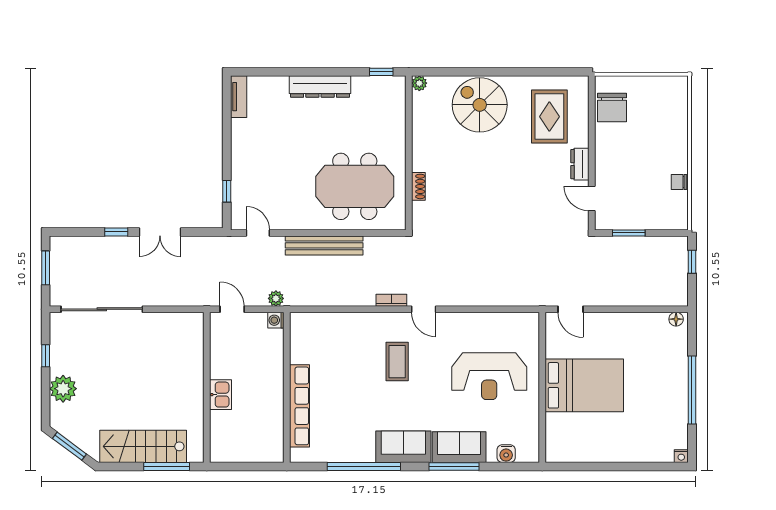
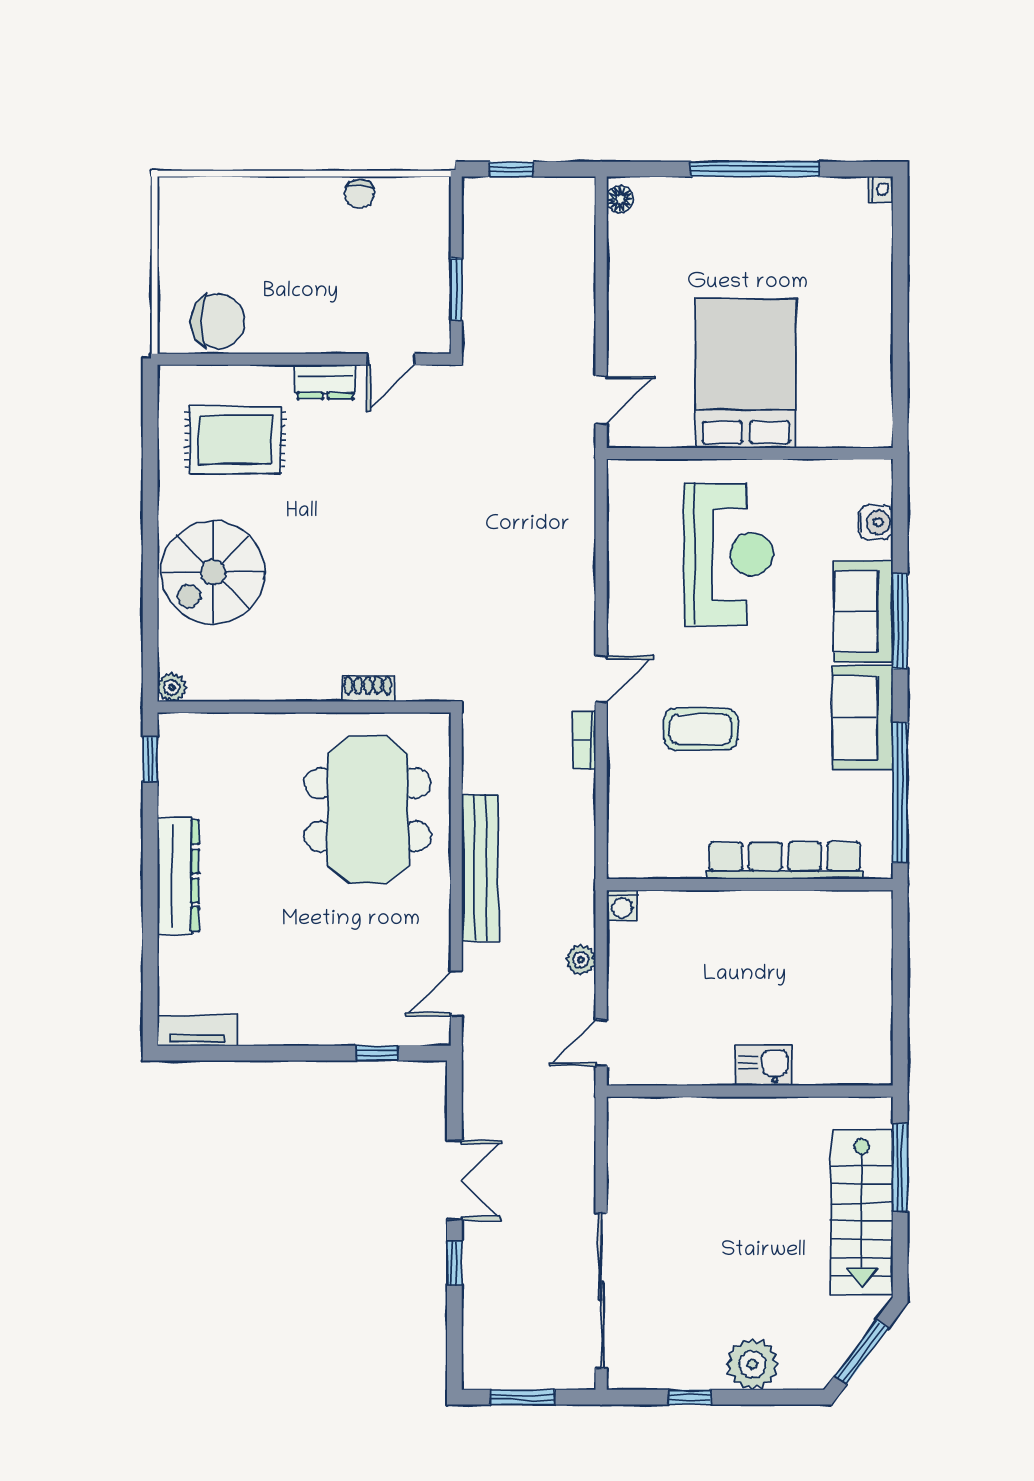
washing machine: (276, 320) -> (622, 905), moved
wall: (287, 387) -> (750, 885), moved
row of seats: (299, 406) -> (785, 861), moved

